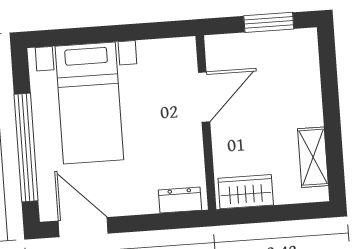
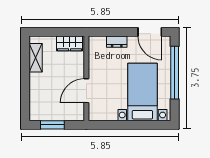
dresser: (180, 200) -> (117, 42), moved

